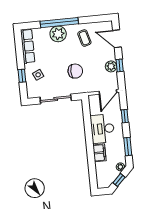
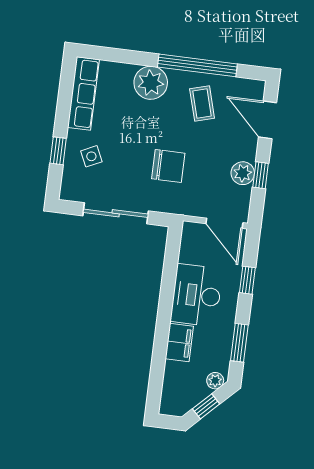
window: (59, 23) -> (197, 65), moved
door: (108, 92) -> (224, 223), hinge flipped

